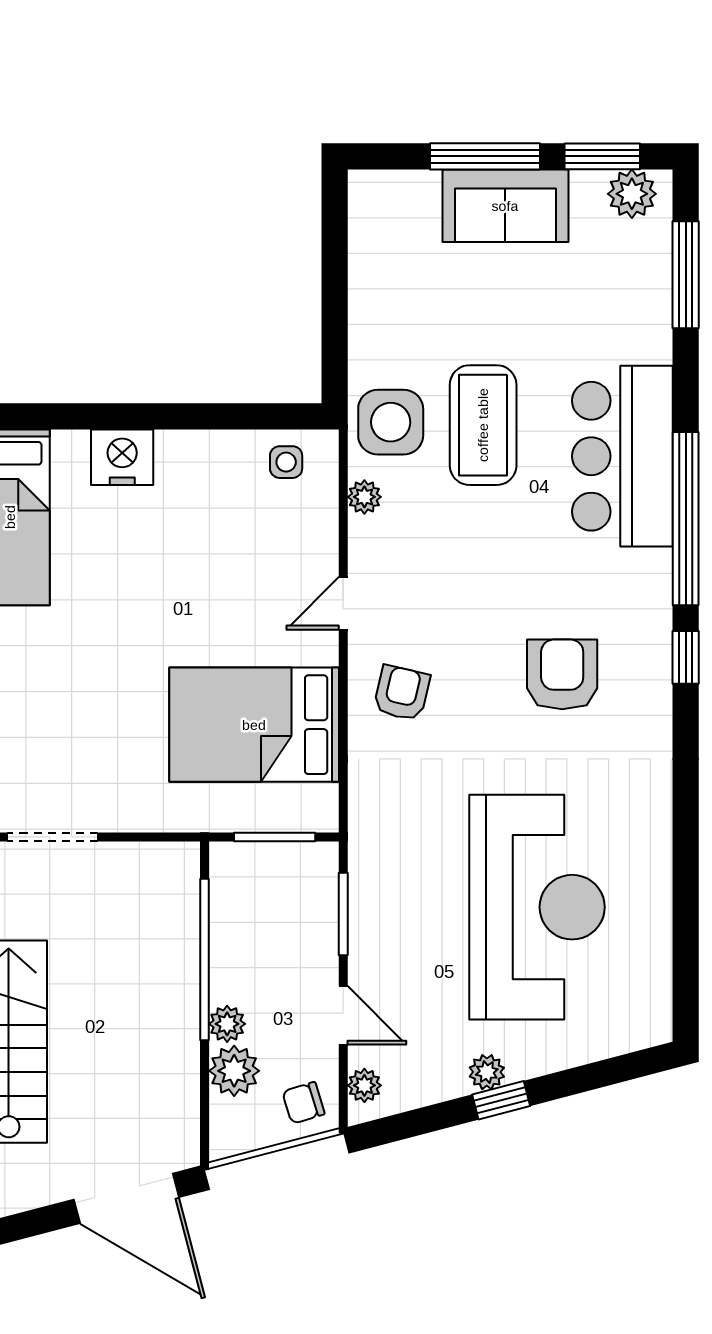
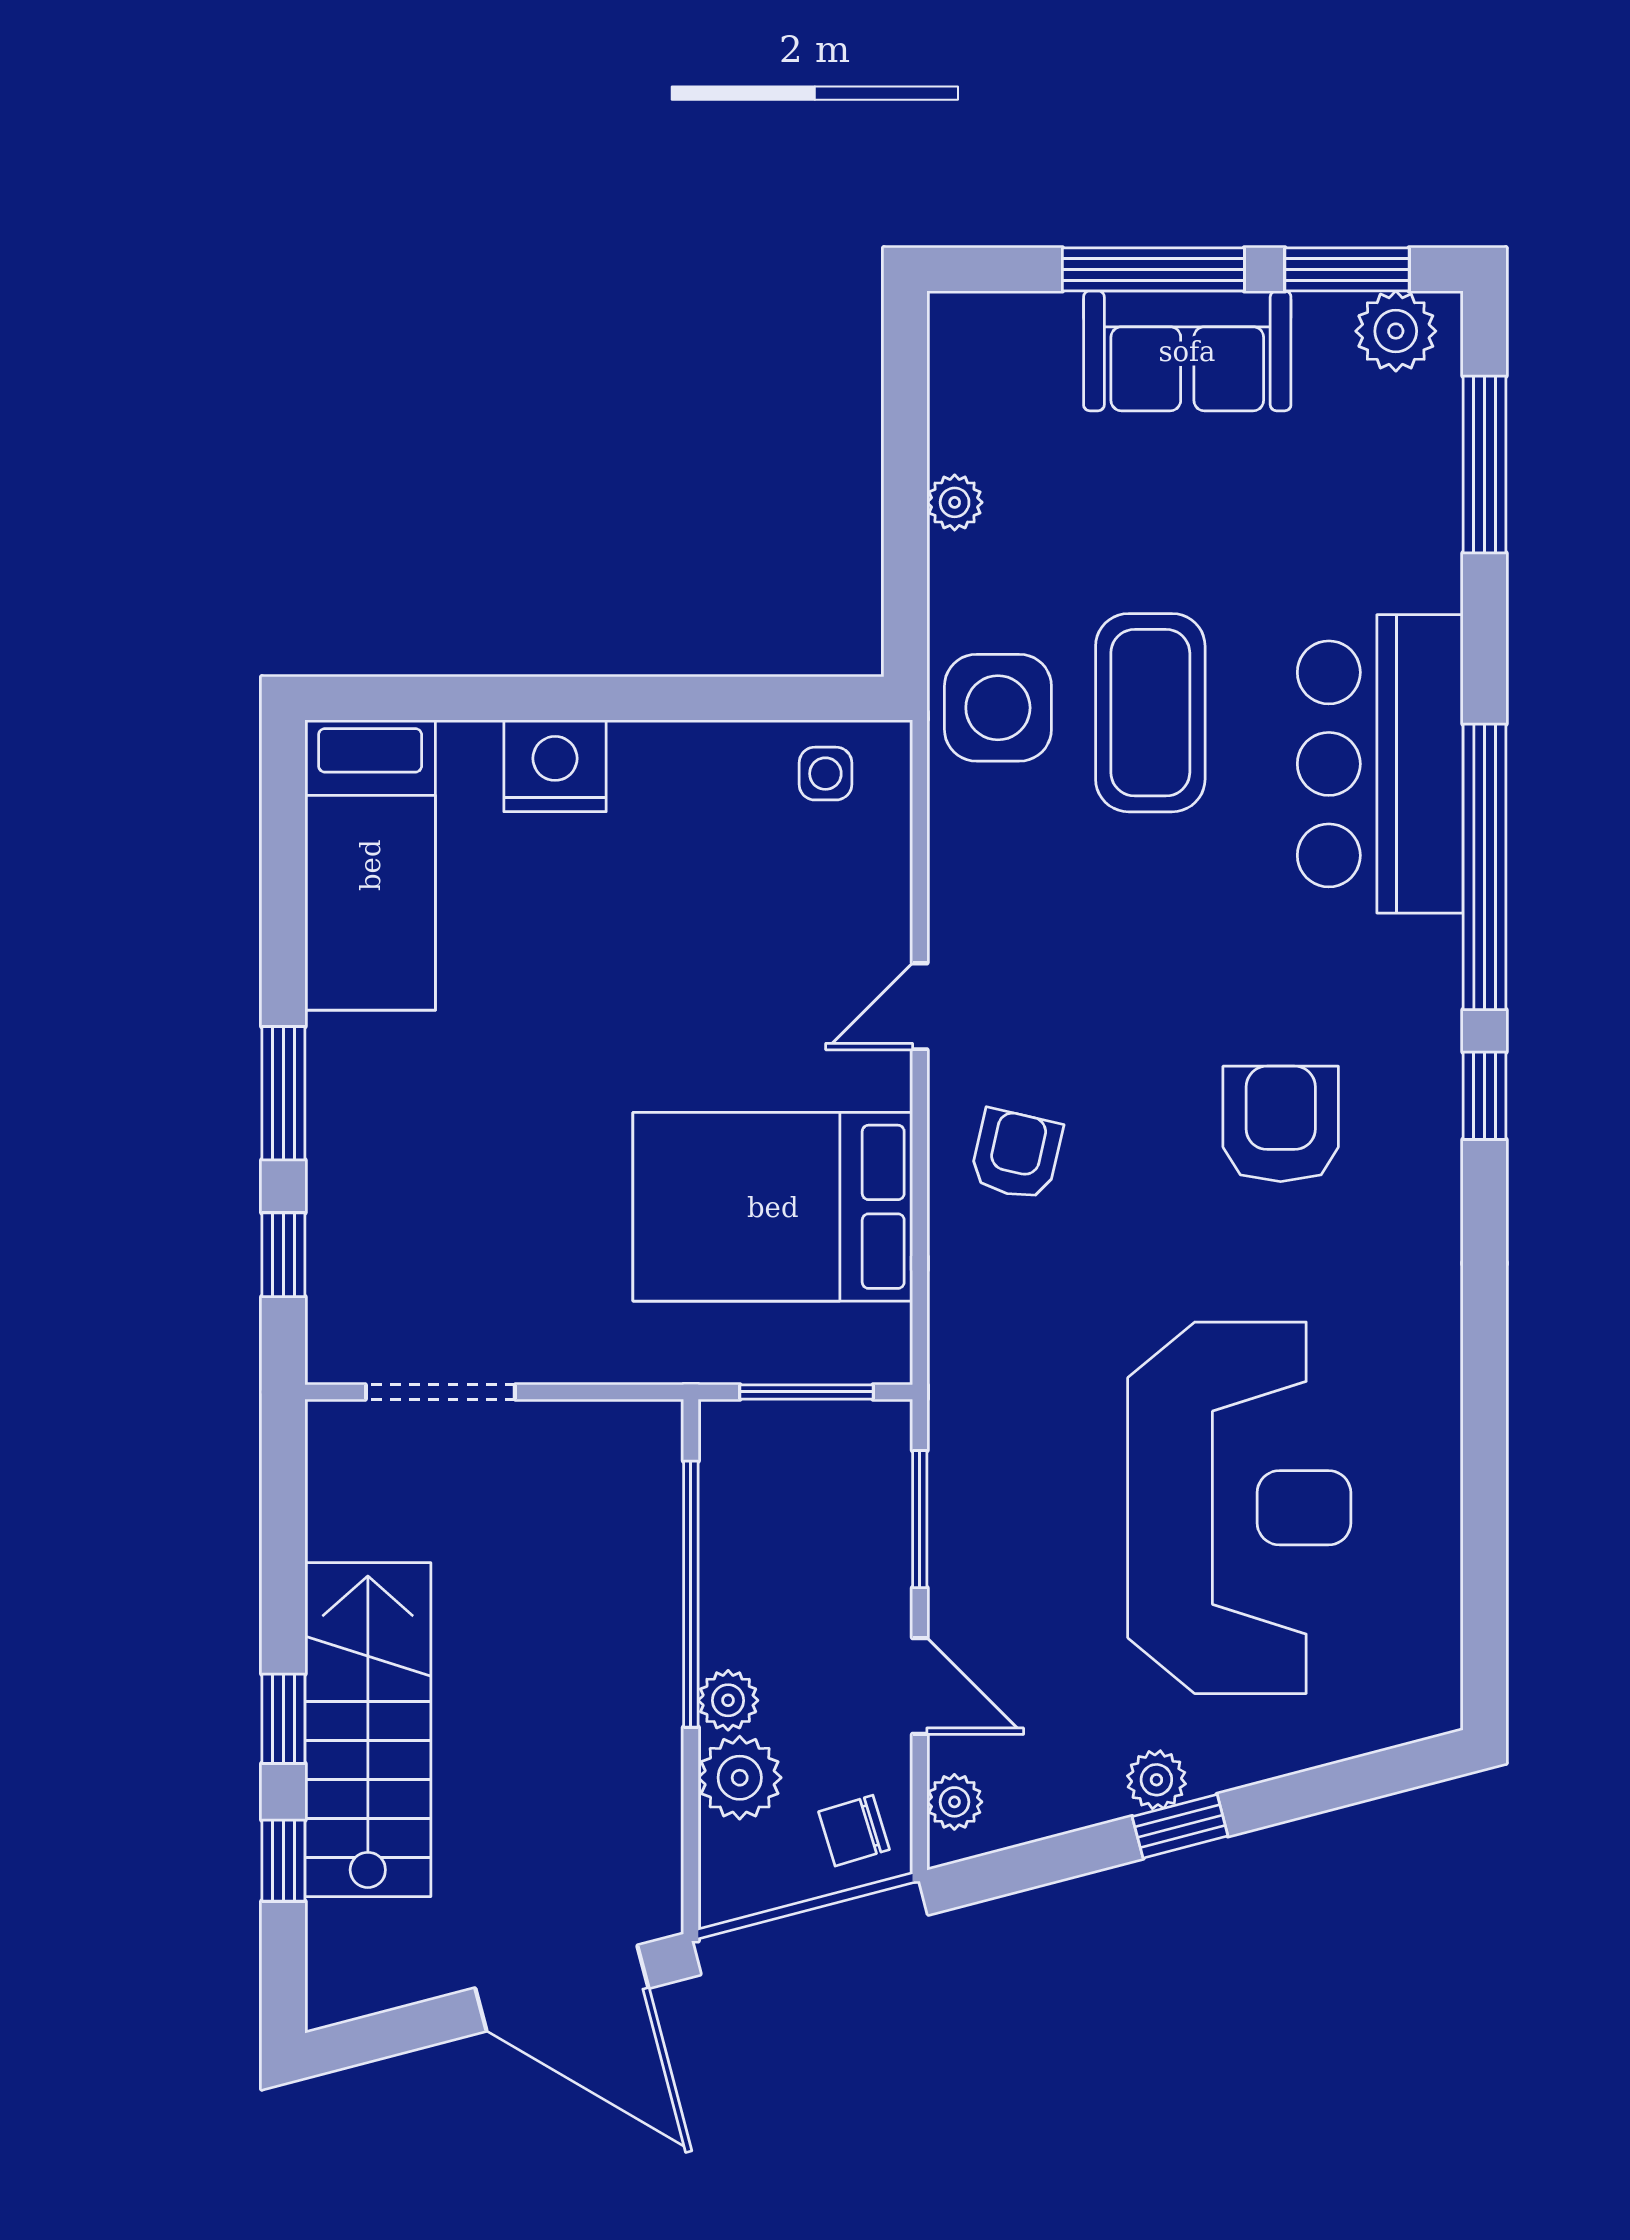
plant: (364, 497) -> (955, 502), moved

